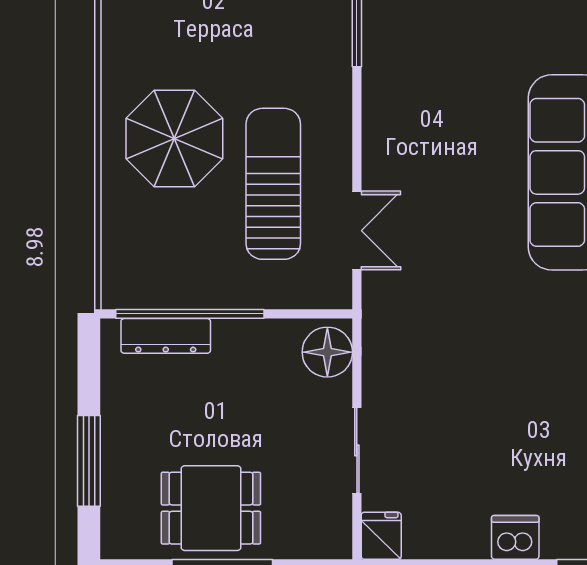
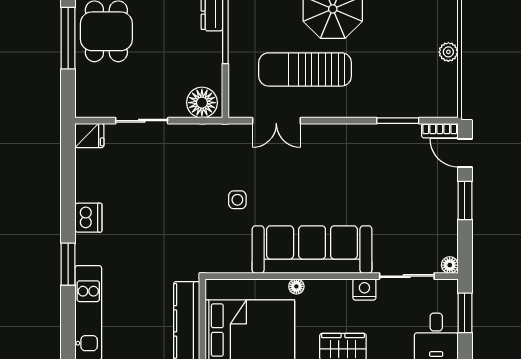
sun lounger: (273, 184) -> (305, 69), turned 180
side table: (486, 294) -> (237, 200), added

